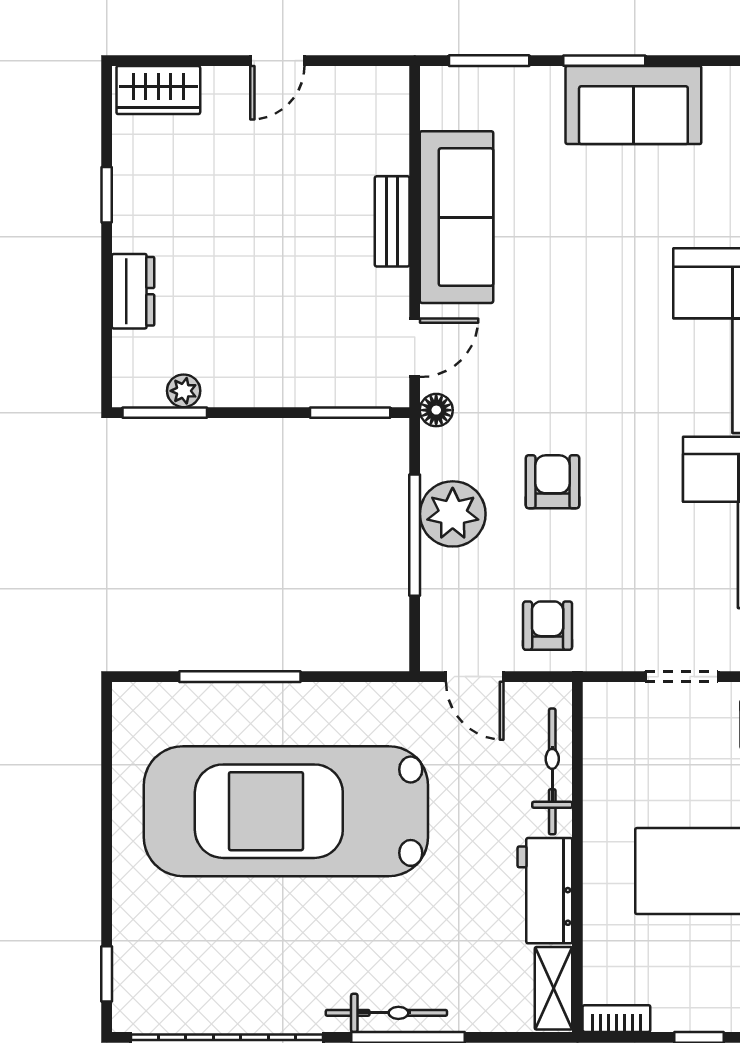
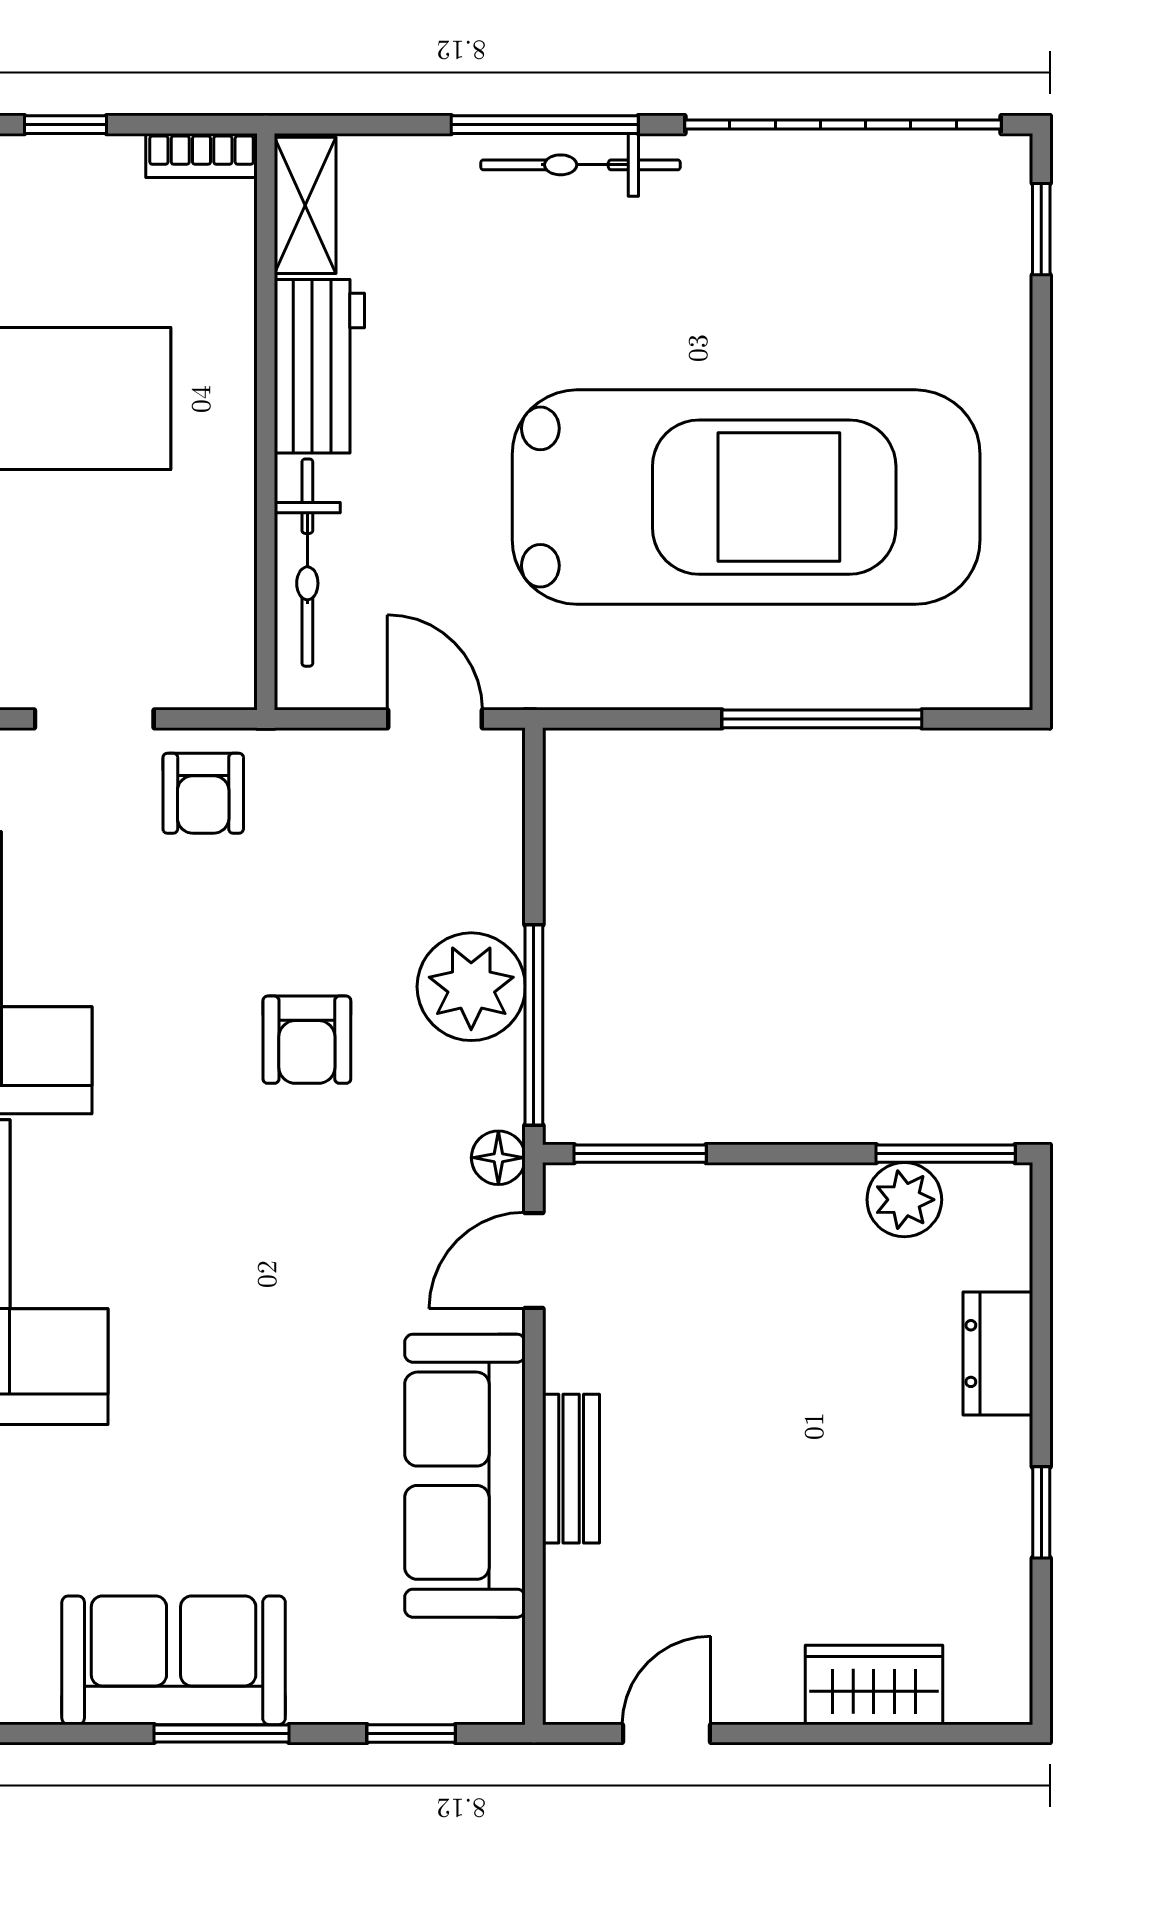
door: (277, 61) -> (667, 1733), moved
window: (489, 61) -> (411, 1733), width x0.67
wardrobe: (158, 90) -> (874, 1685), moved
plant: (184, 391) -> (904, 1200), width x1.38, depth x1.38
window: (415, 535) -> (534, 1025), moved
armchair: (548, 626) -> (203, 793), moved

